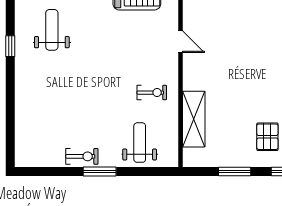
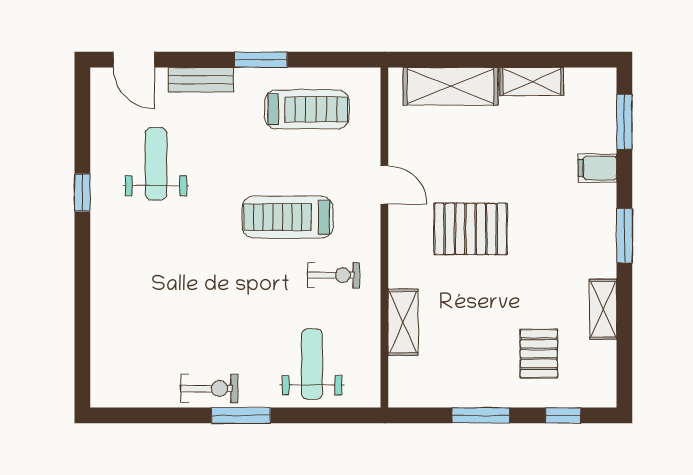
treadmill: (126, 60) -> (288, 217), added
pallet: (229, 67) -> (471, 229), added
shelving: (194, 119) -> (403, 322), width x0.67, depth x0.75

